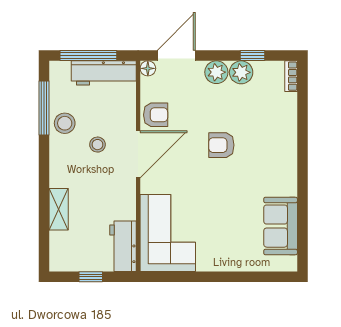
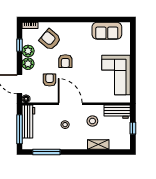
armchair: (156, 115) -> (50, 80), moved
armchair: (263, 115) -> (50, 40), added
stool: (65, 123) -> (92, 121), moved
corner sofa: (168, 233) -> (116, 75), moved, turned -90

